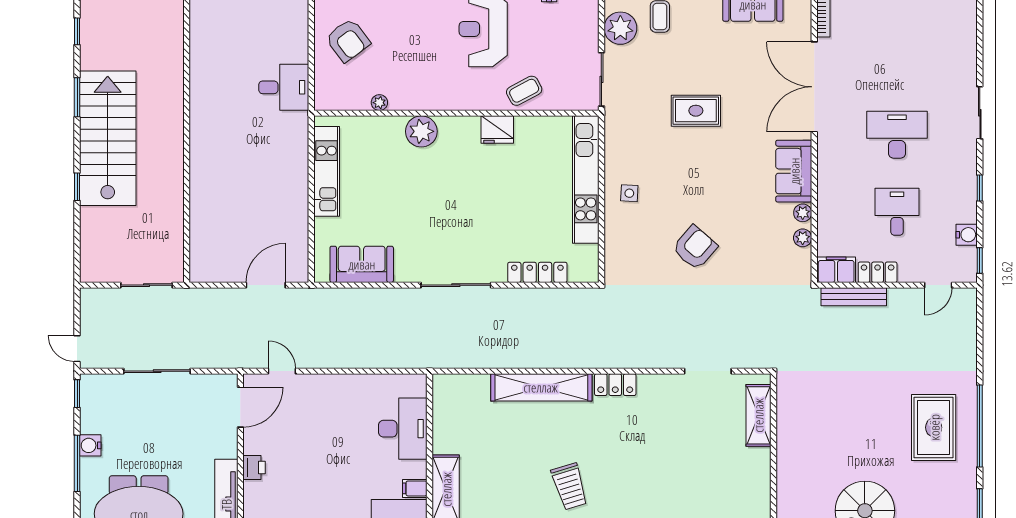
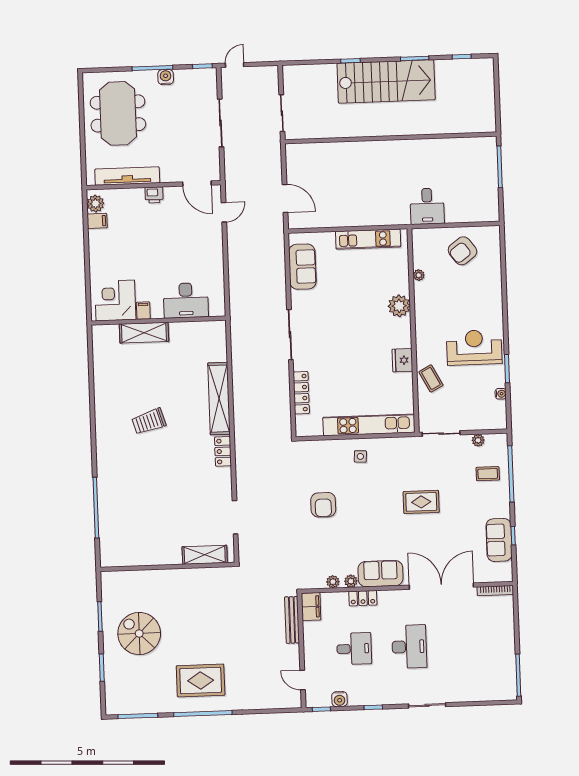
plant: (620, 28) -> (478, 440), width x0.53, depth x0.53
rug: (696, 111) -> (421, 502), turned 90
armchair: (695, 247) -> (323, 505), turned 49
locker: (878, 272) -> (363, 598), moved, turned 90

